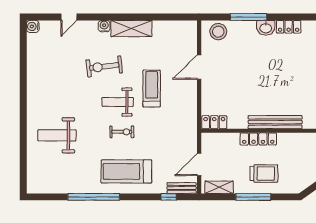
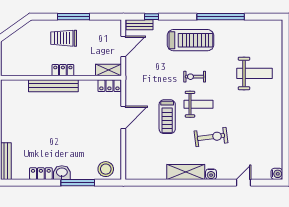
door: (199, 67) -> (123, 117), moved
locker: (258, 139) -> (63, 70), width x0.66
shelving: (219, 187) -> (108, 70), moved

